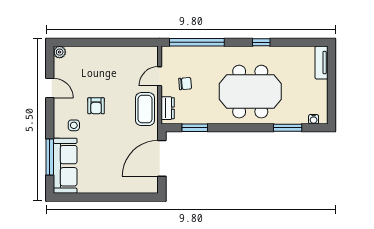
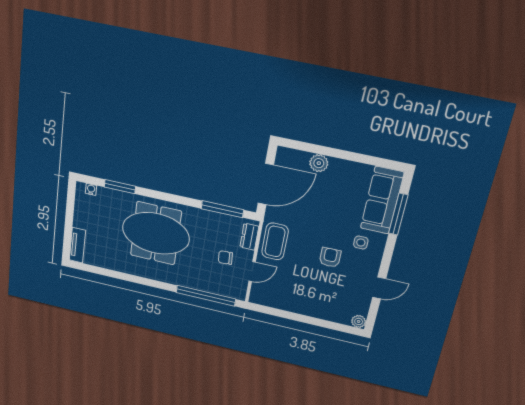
window: (261, 42) -> (138, 280), removed
door: (50, 88) -> (379, 288), swing flipped
window: (195, 128) -> (222, 209), width x1.44
plant: (122, 186) -> (319, 163), added

